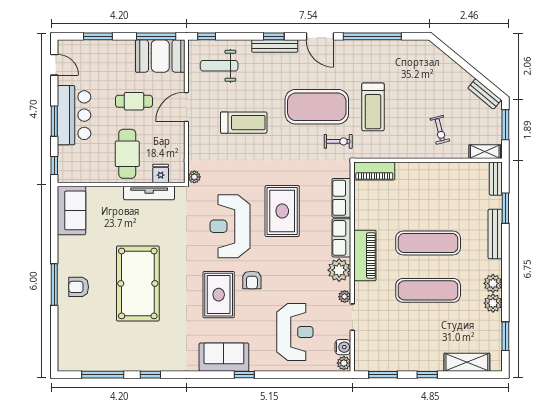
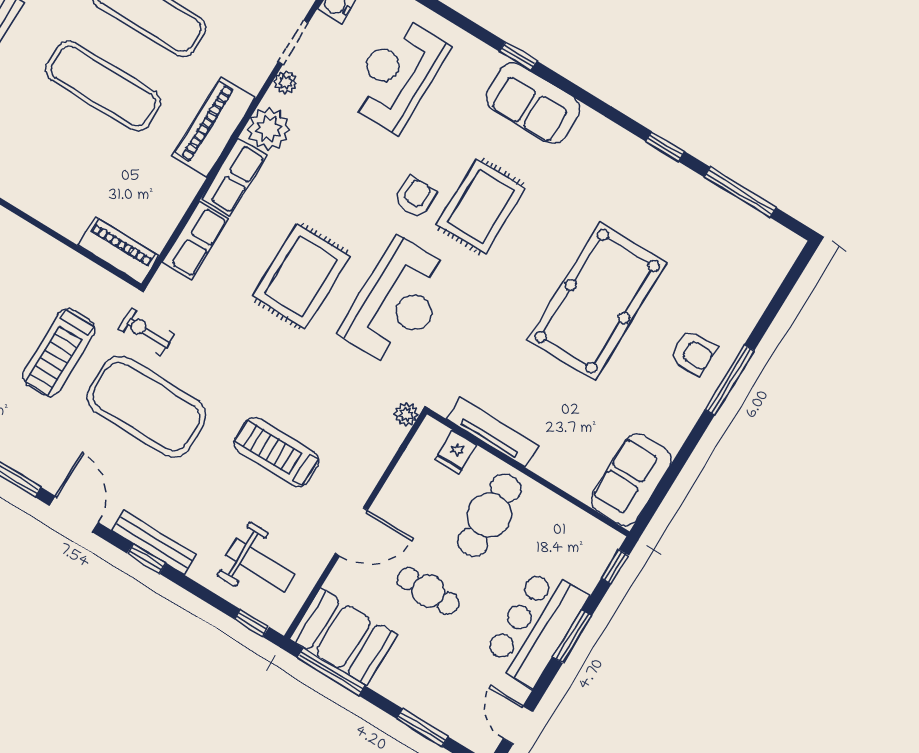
treadmill: (373, 107) -> (59, 352), turned 180

